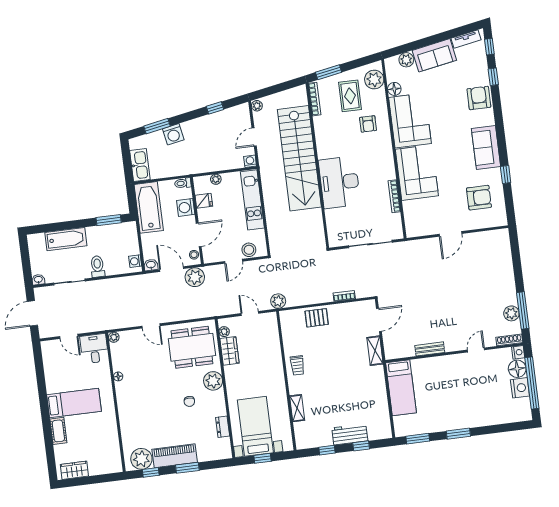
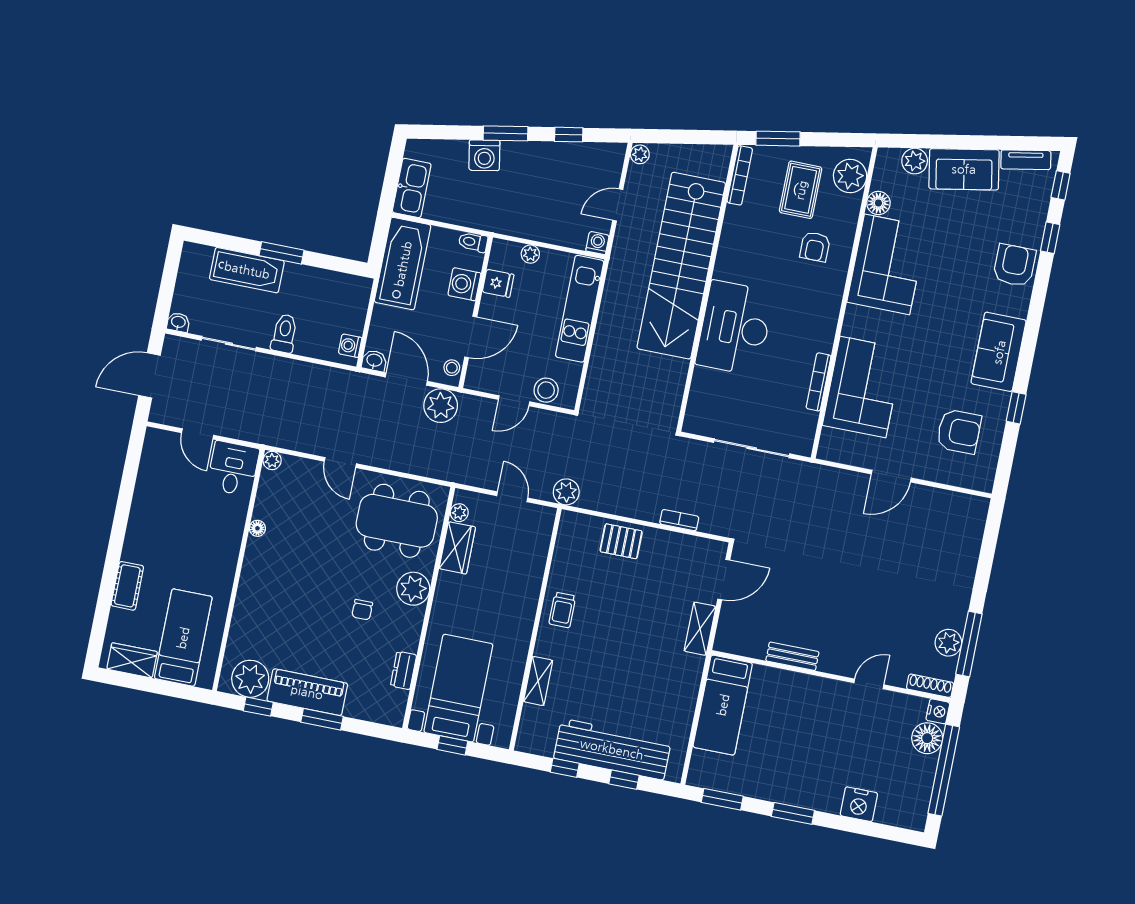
window: (157, 126) -> (506, 133), moved
corner sofa: (417, 173) -> (863, 387), moved
window: (109, 220) -> (281, 253), moved
nightstand: (520, 388) -> (859, 804), moved, turned 90
bed: (74, 403) -> (183, 638), moved, turned -90
workbench: (350, 434) -> (612, 749), width x1.88, depth x1.32

